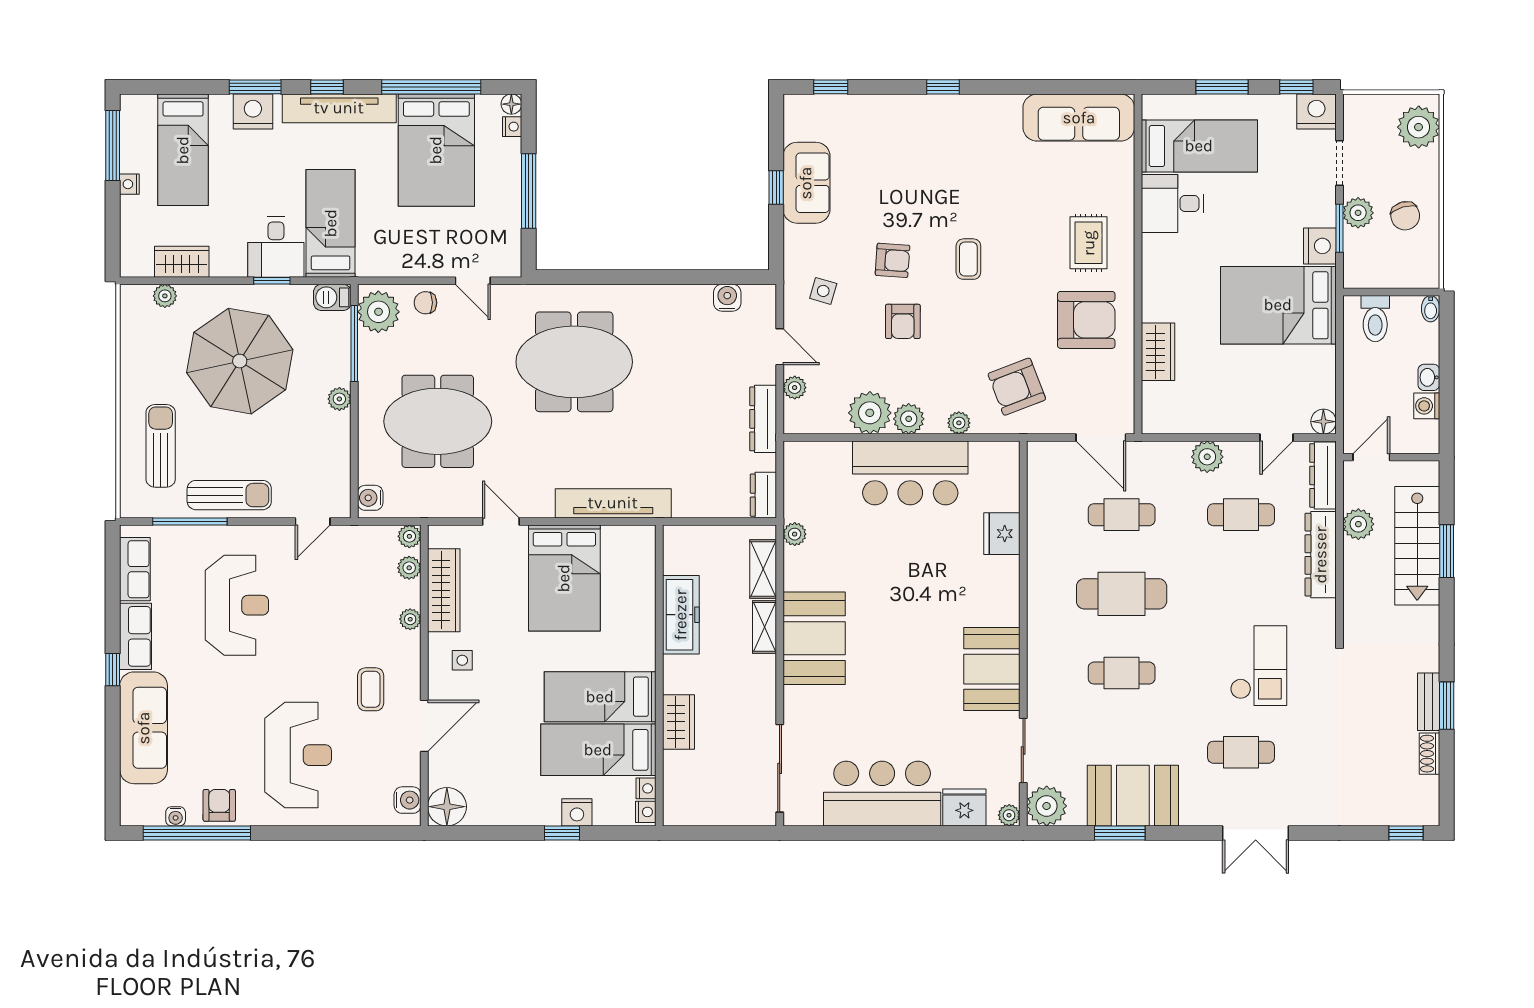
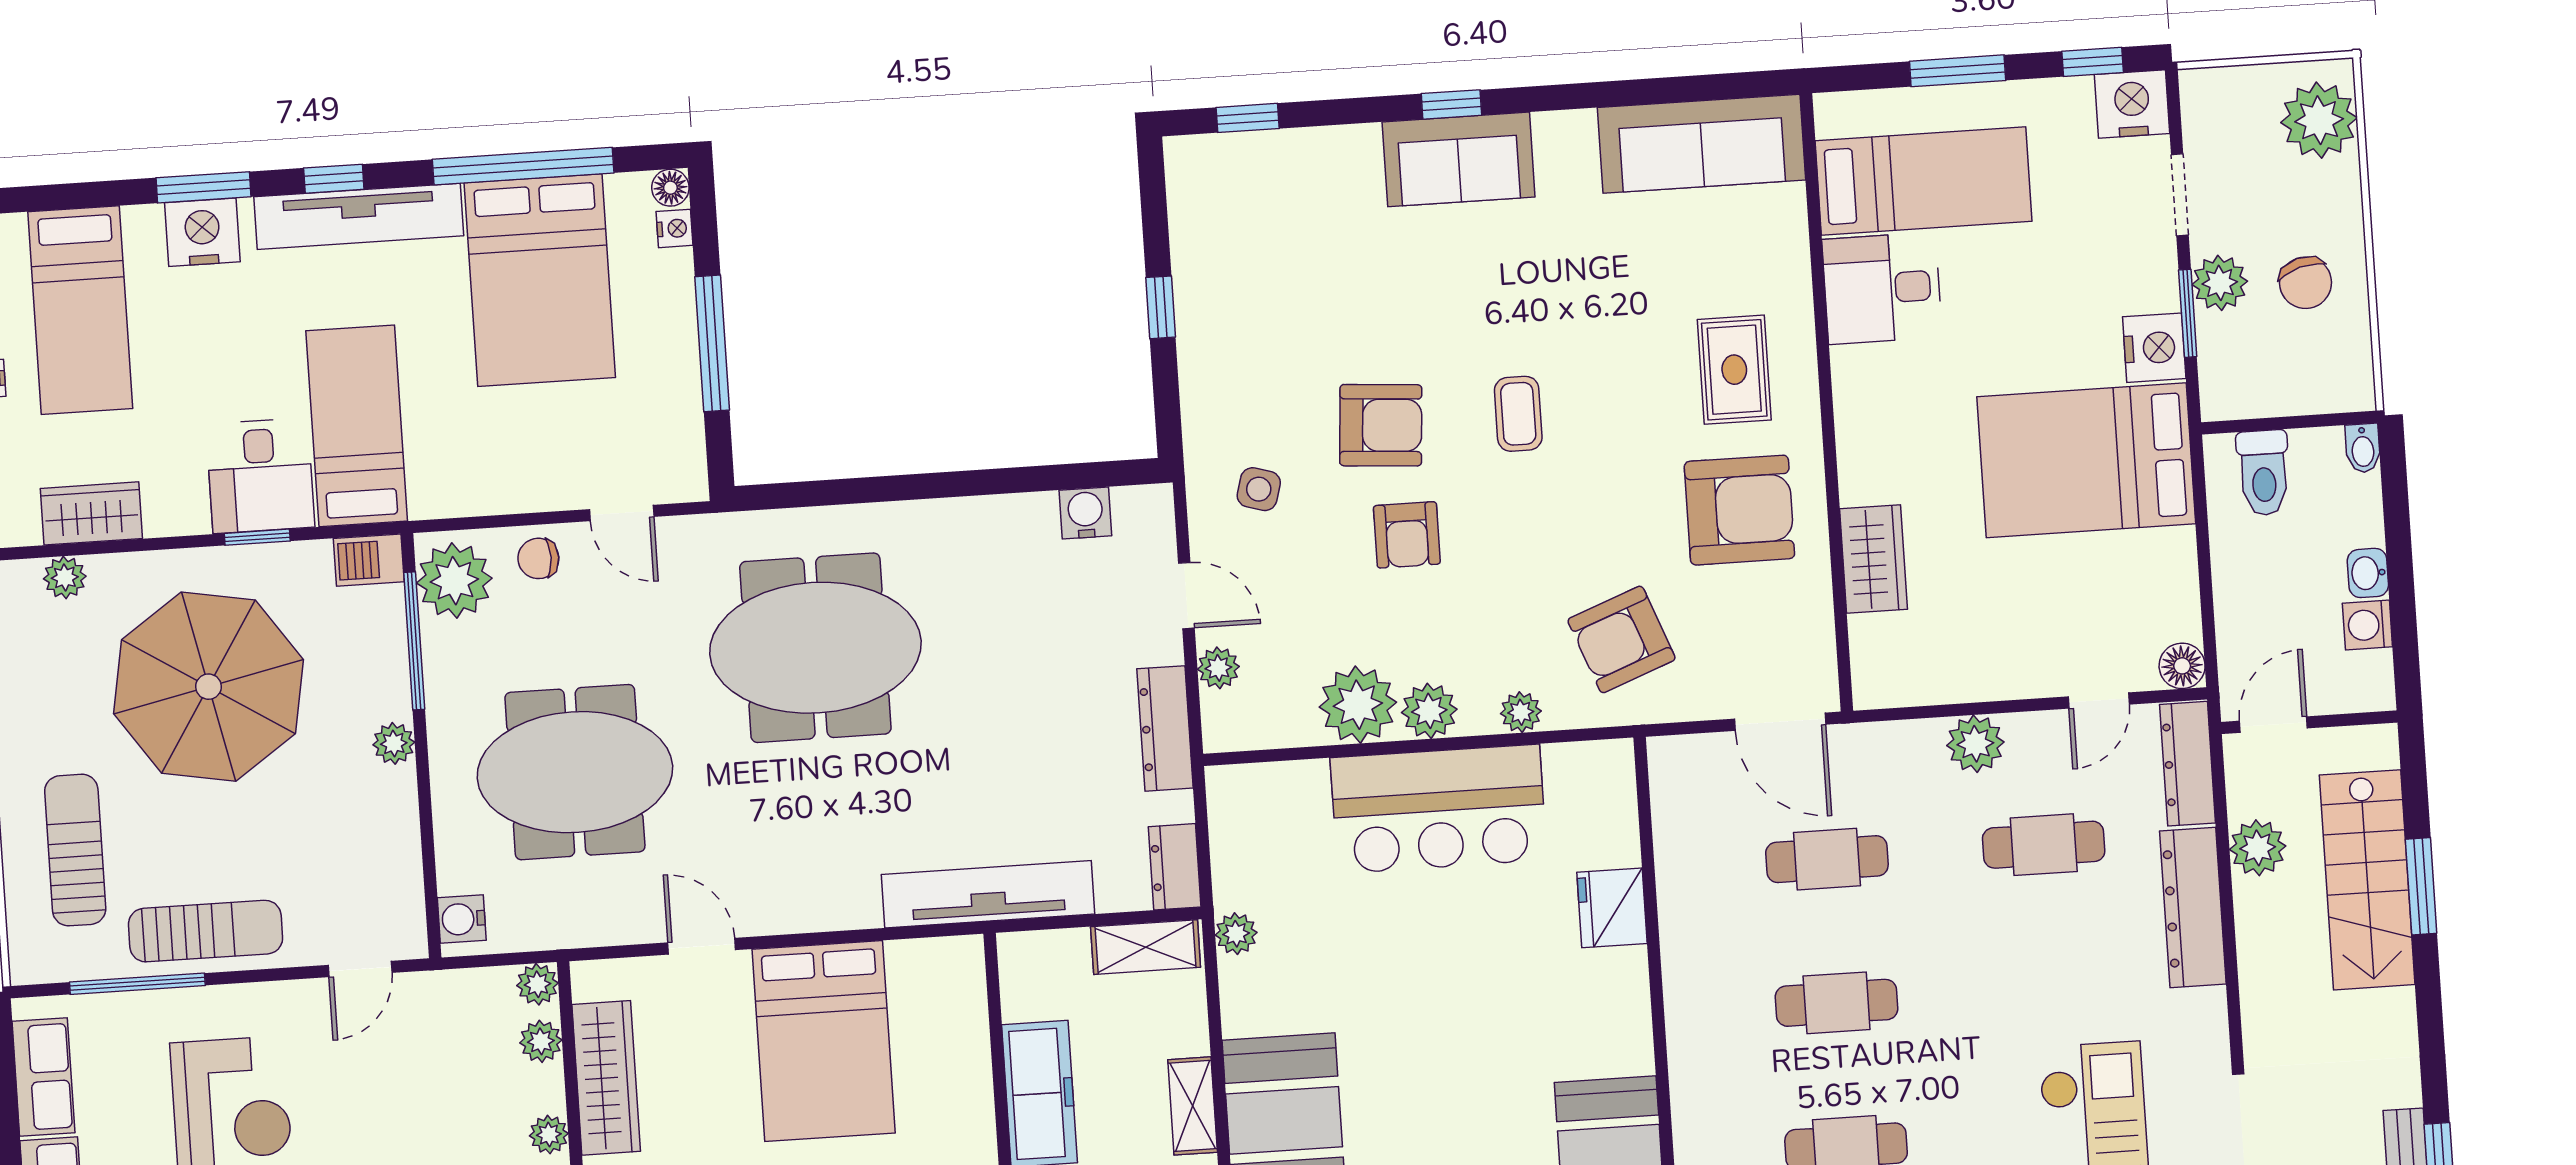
sofa: (806, 183) -> (1459, 159), moved, turned 90
armchair: (893, 260) -> (1381, 425), width x1.38, depth x1.38
tv unit: (613, 503) -> (988, 894), moved
shelving: (763, 569) -> (1146, 947), moved, turned 90
cafe table: (1122, 594) -> (1837, 1003), width x0.73, depth x0.74

